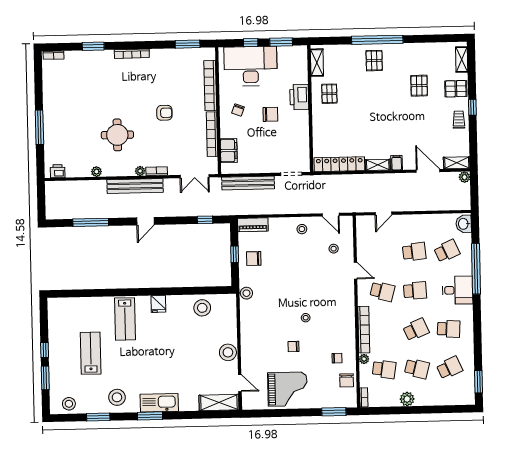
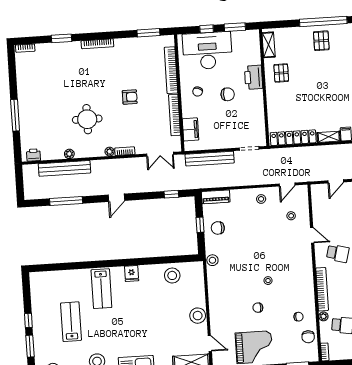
bench: (135, 186) -> (64, 168), moved
door: (331, 215) -> (287, 185), hinge flipped

